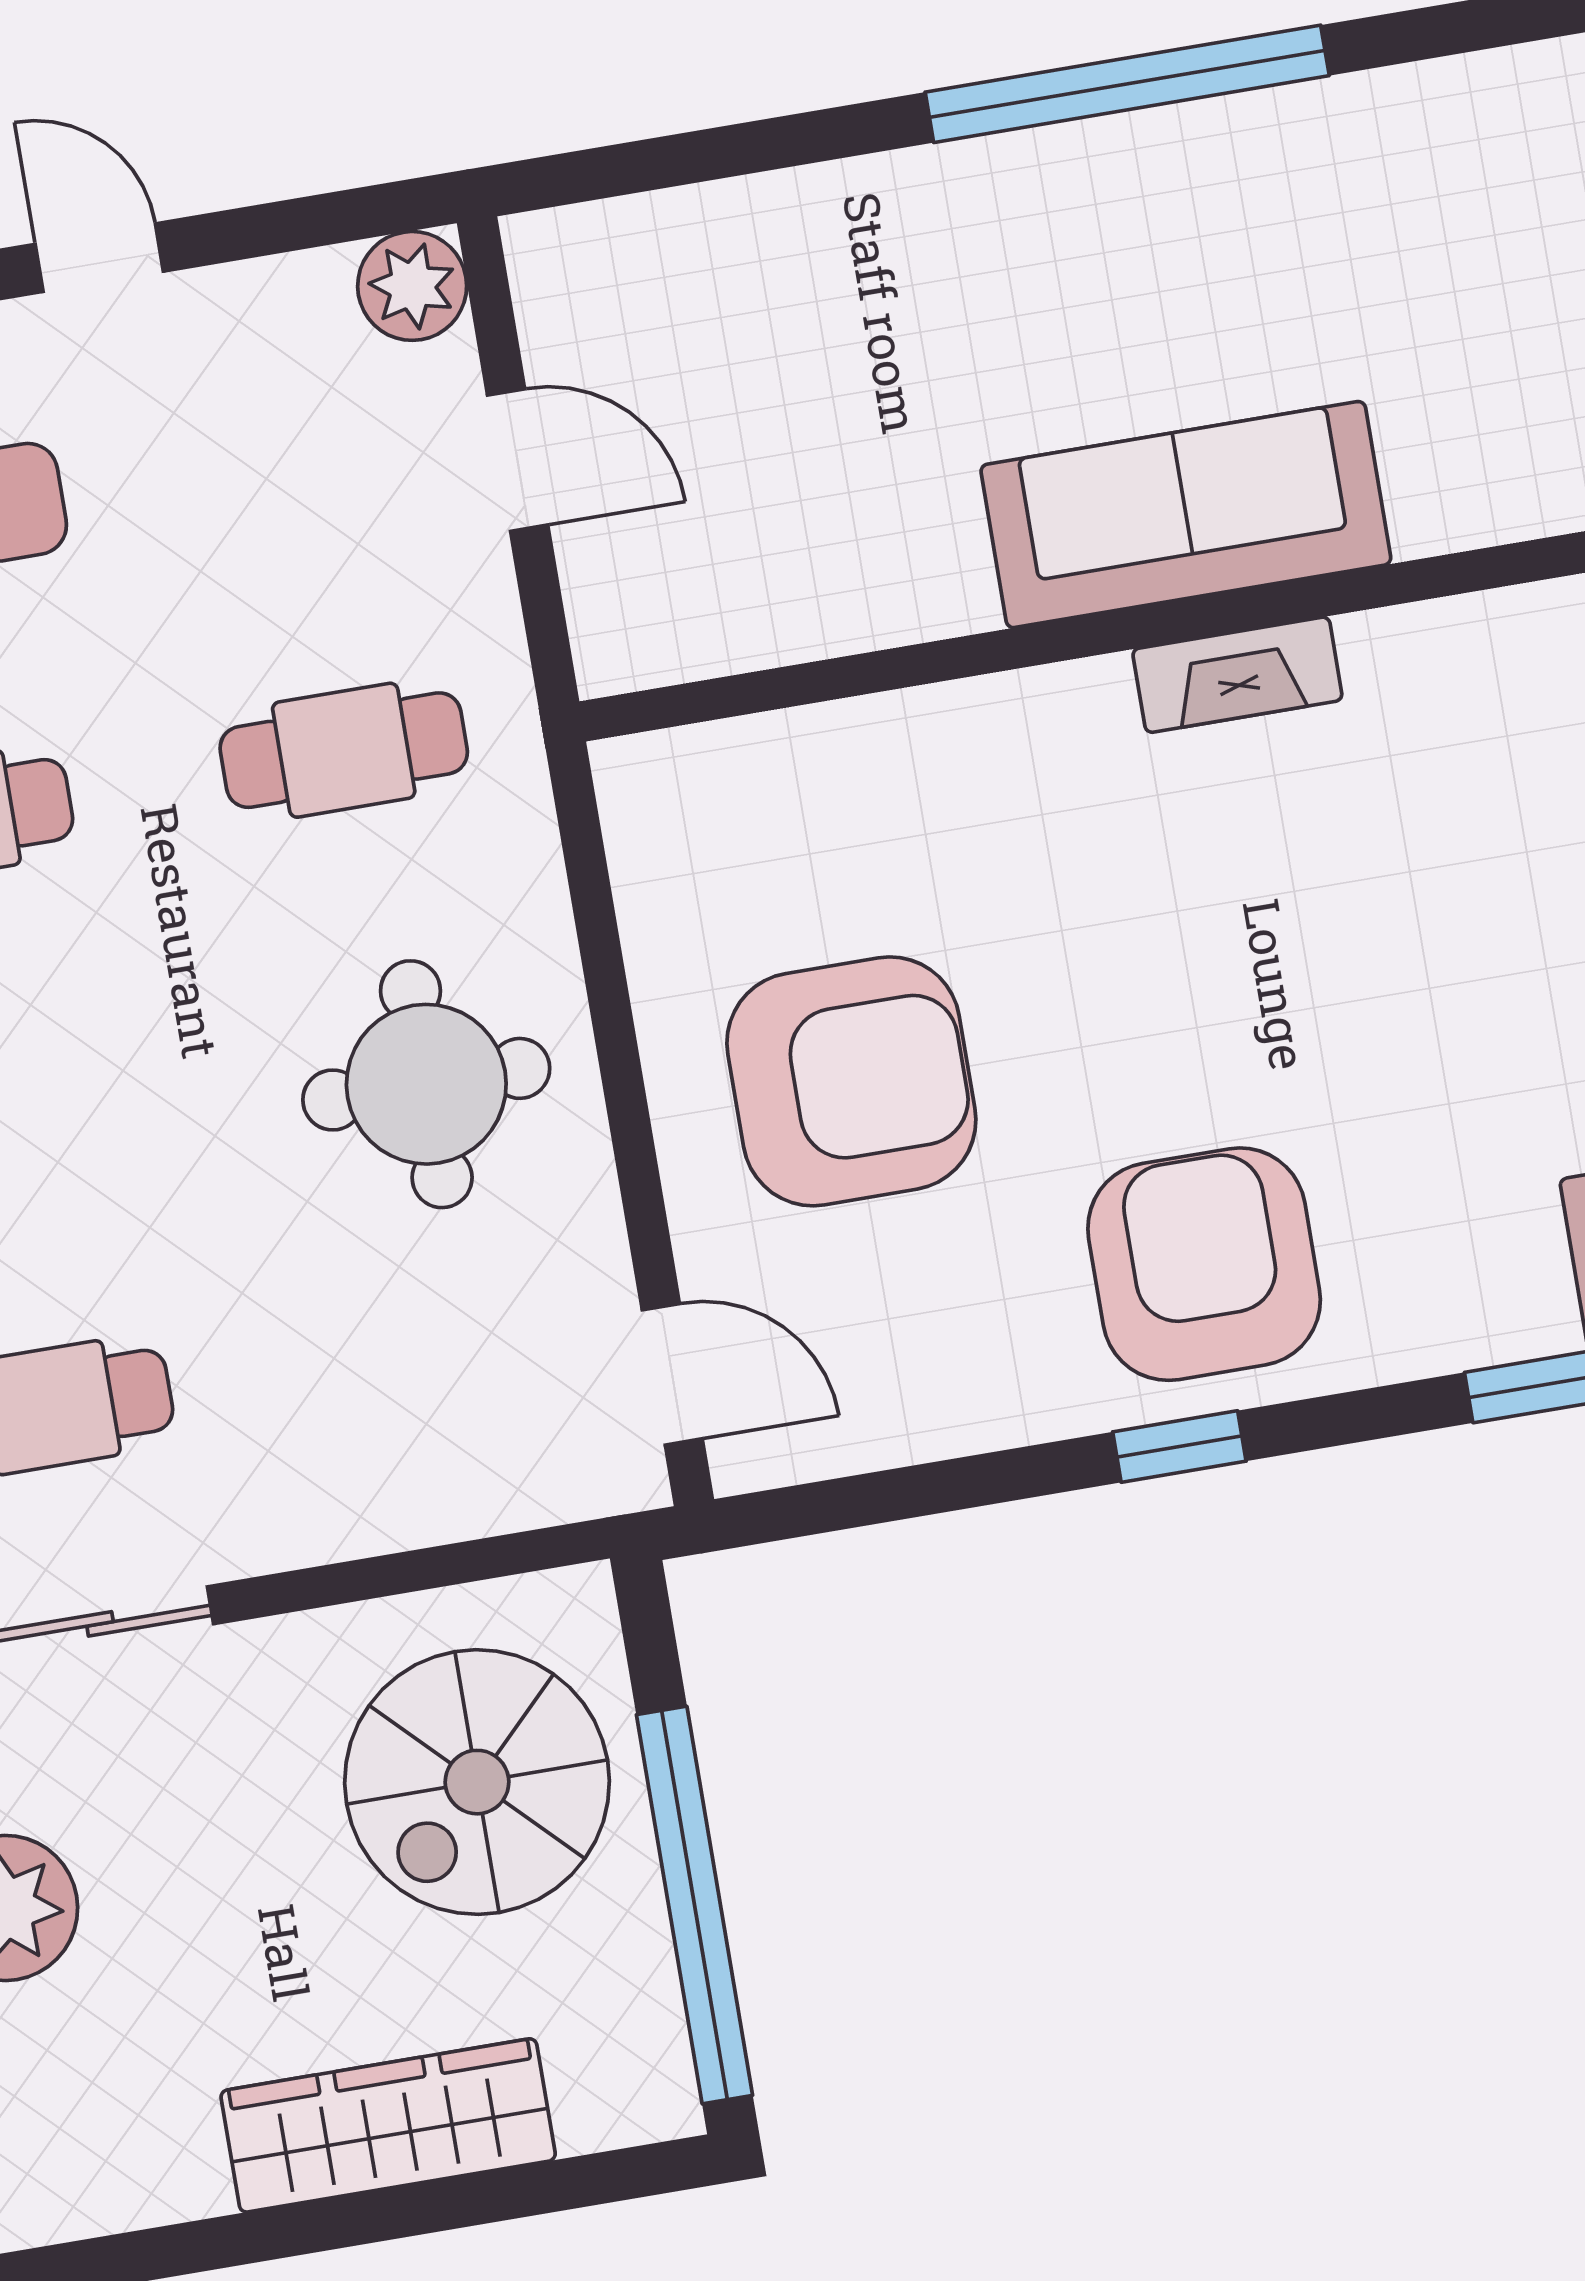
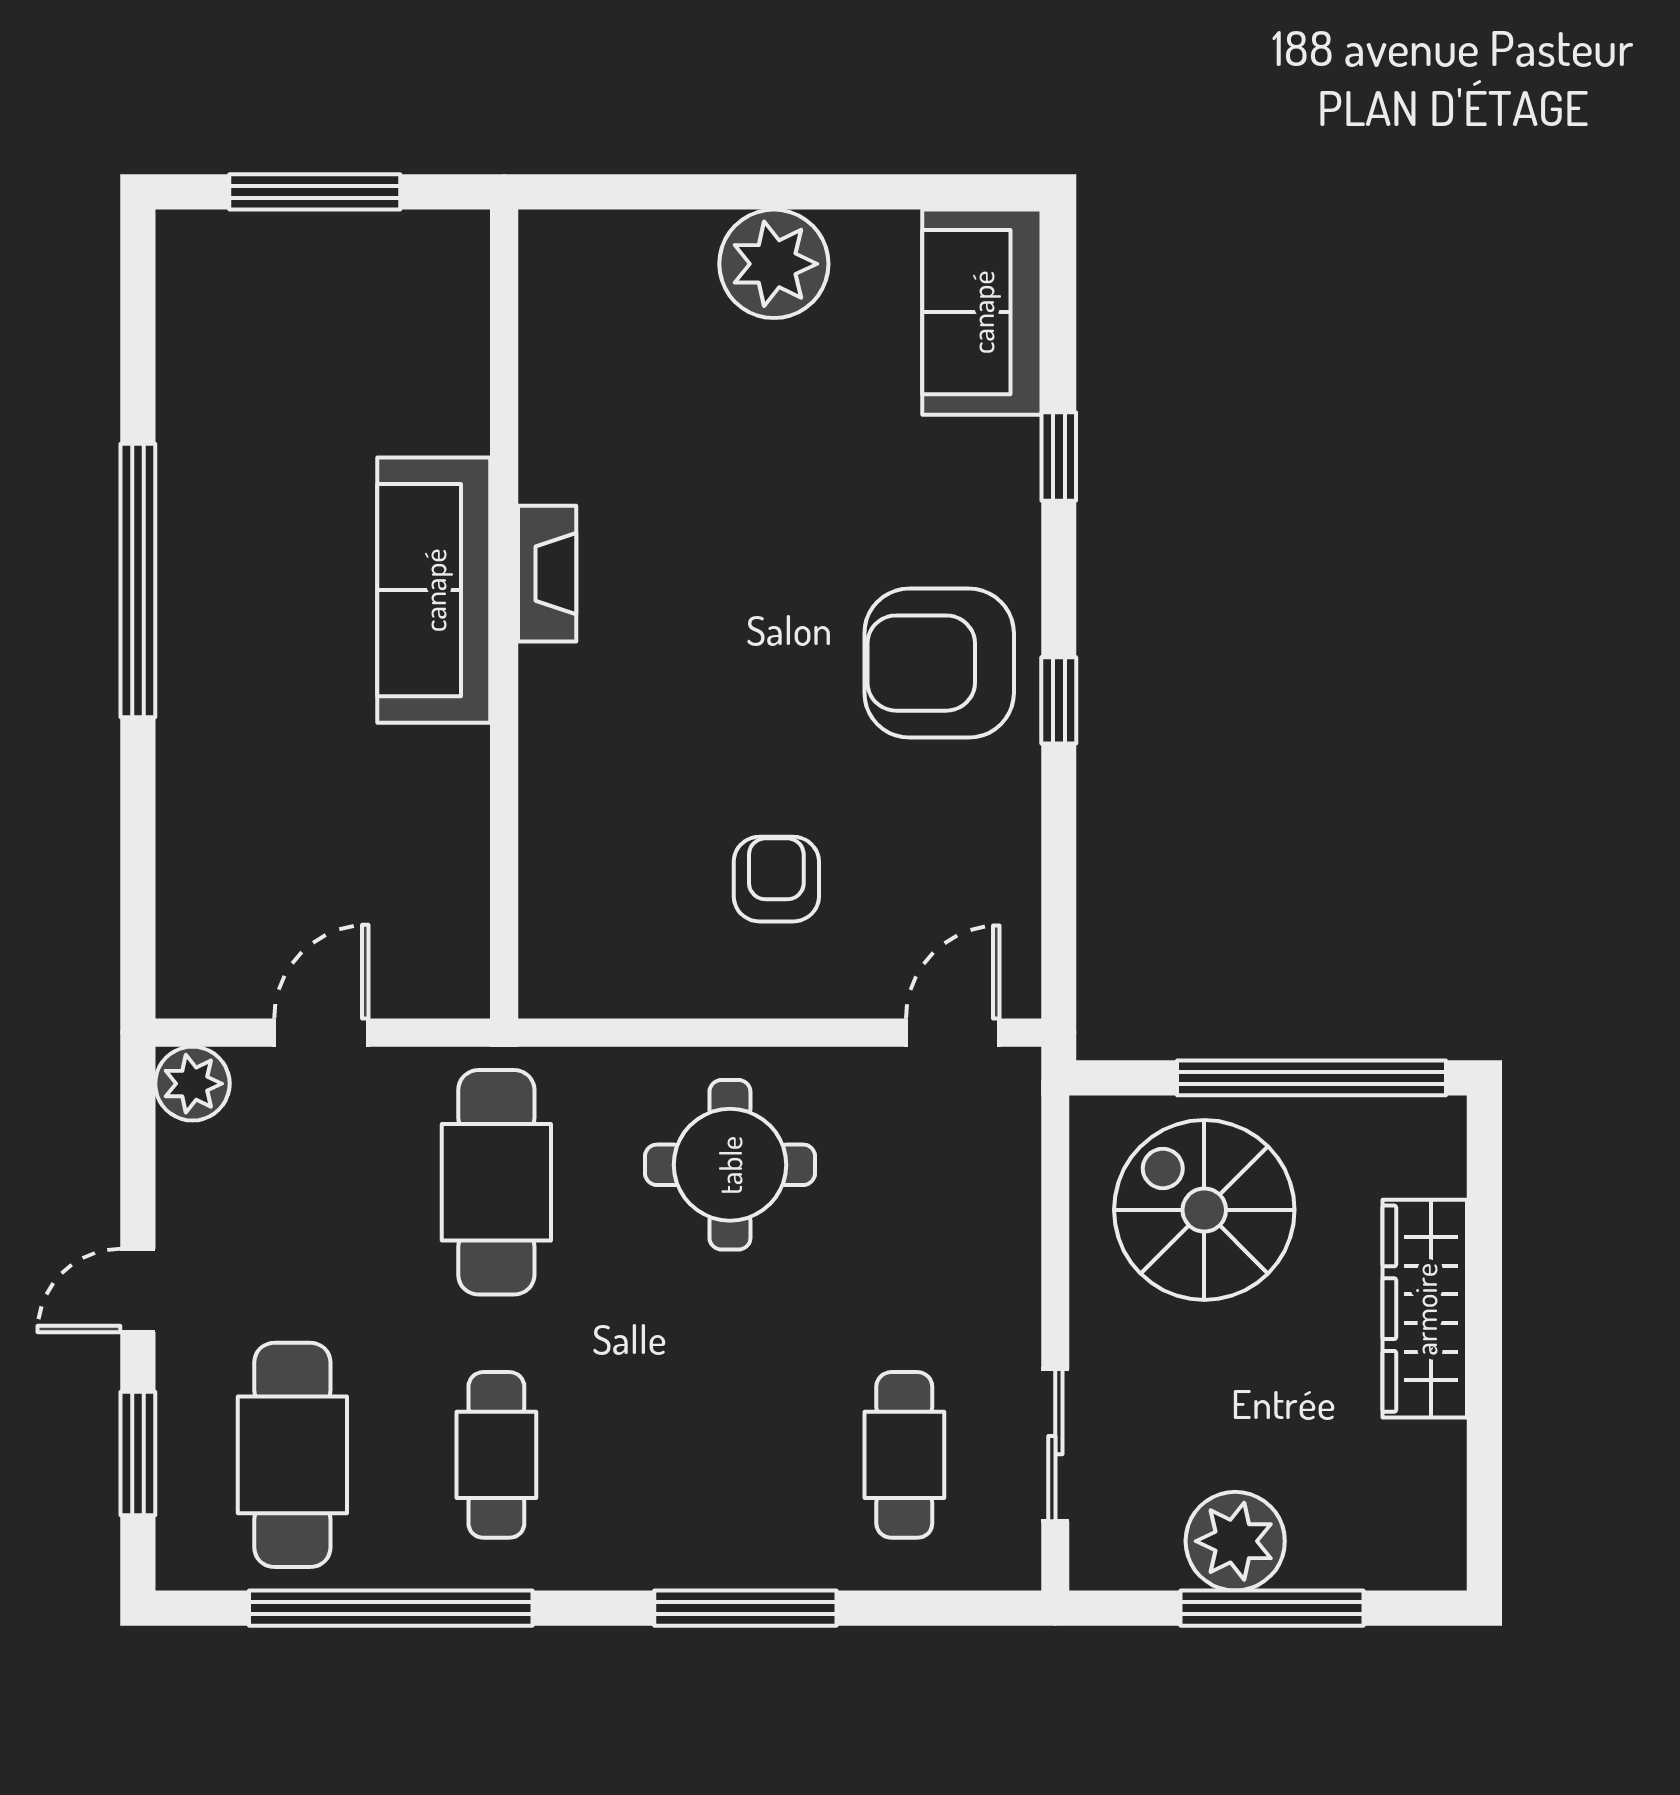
cafe table: (344, 750) -> (496, 1182), width x1.37, depth x1.35
armchair: (851, 1081) -> (776, 879), width x0.53, depth x0.53
spiral stairs: (477, 1782) -> (1204, 1210), turned 180

